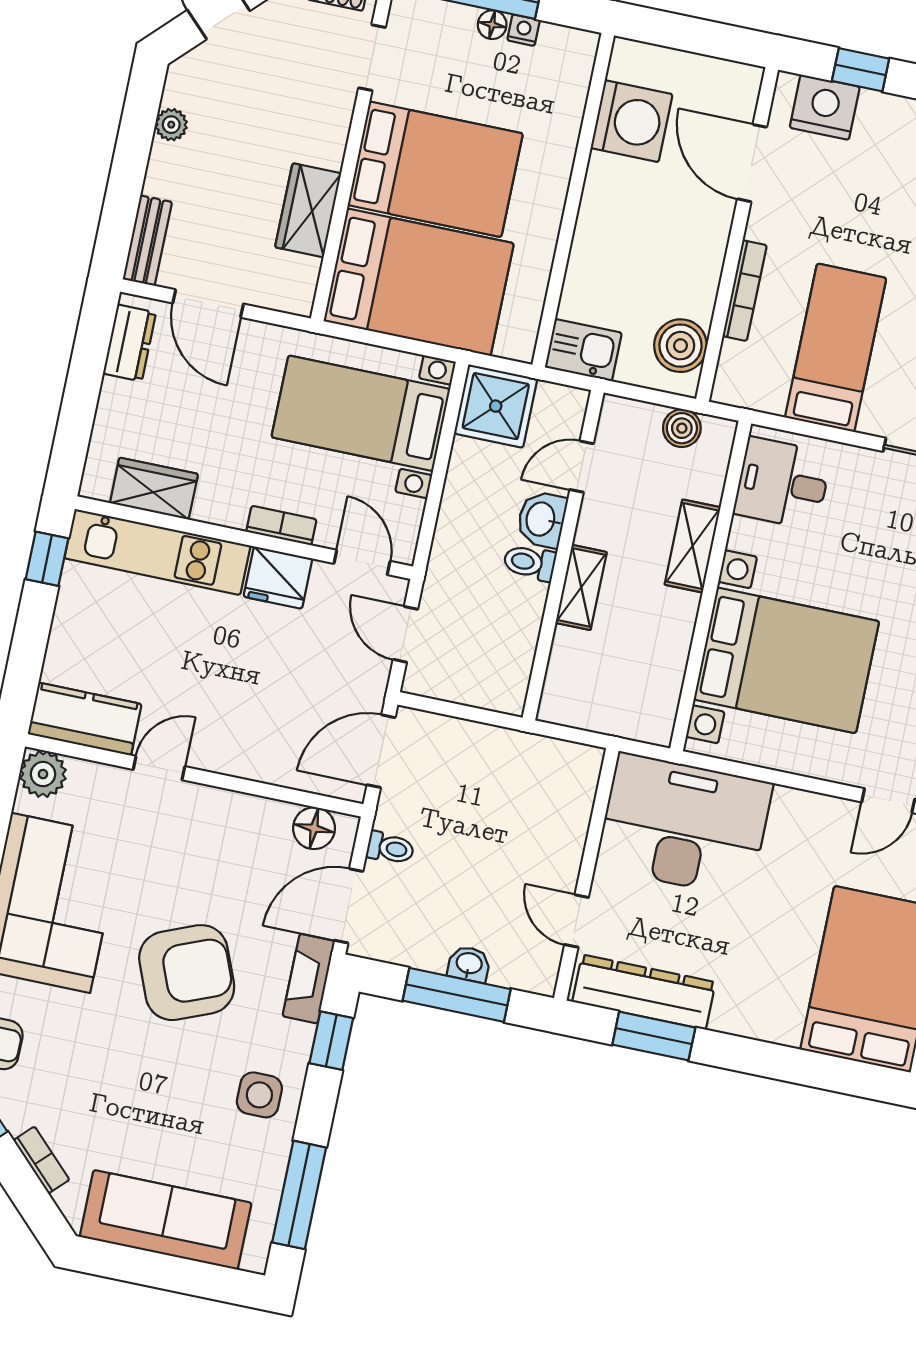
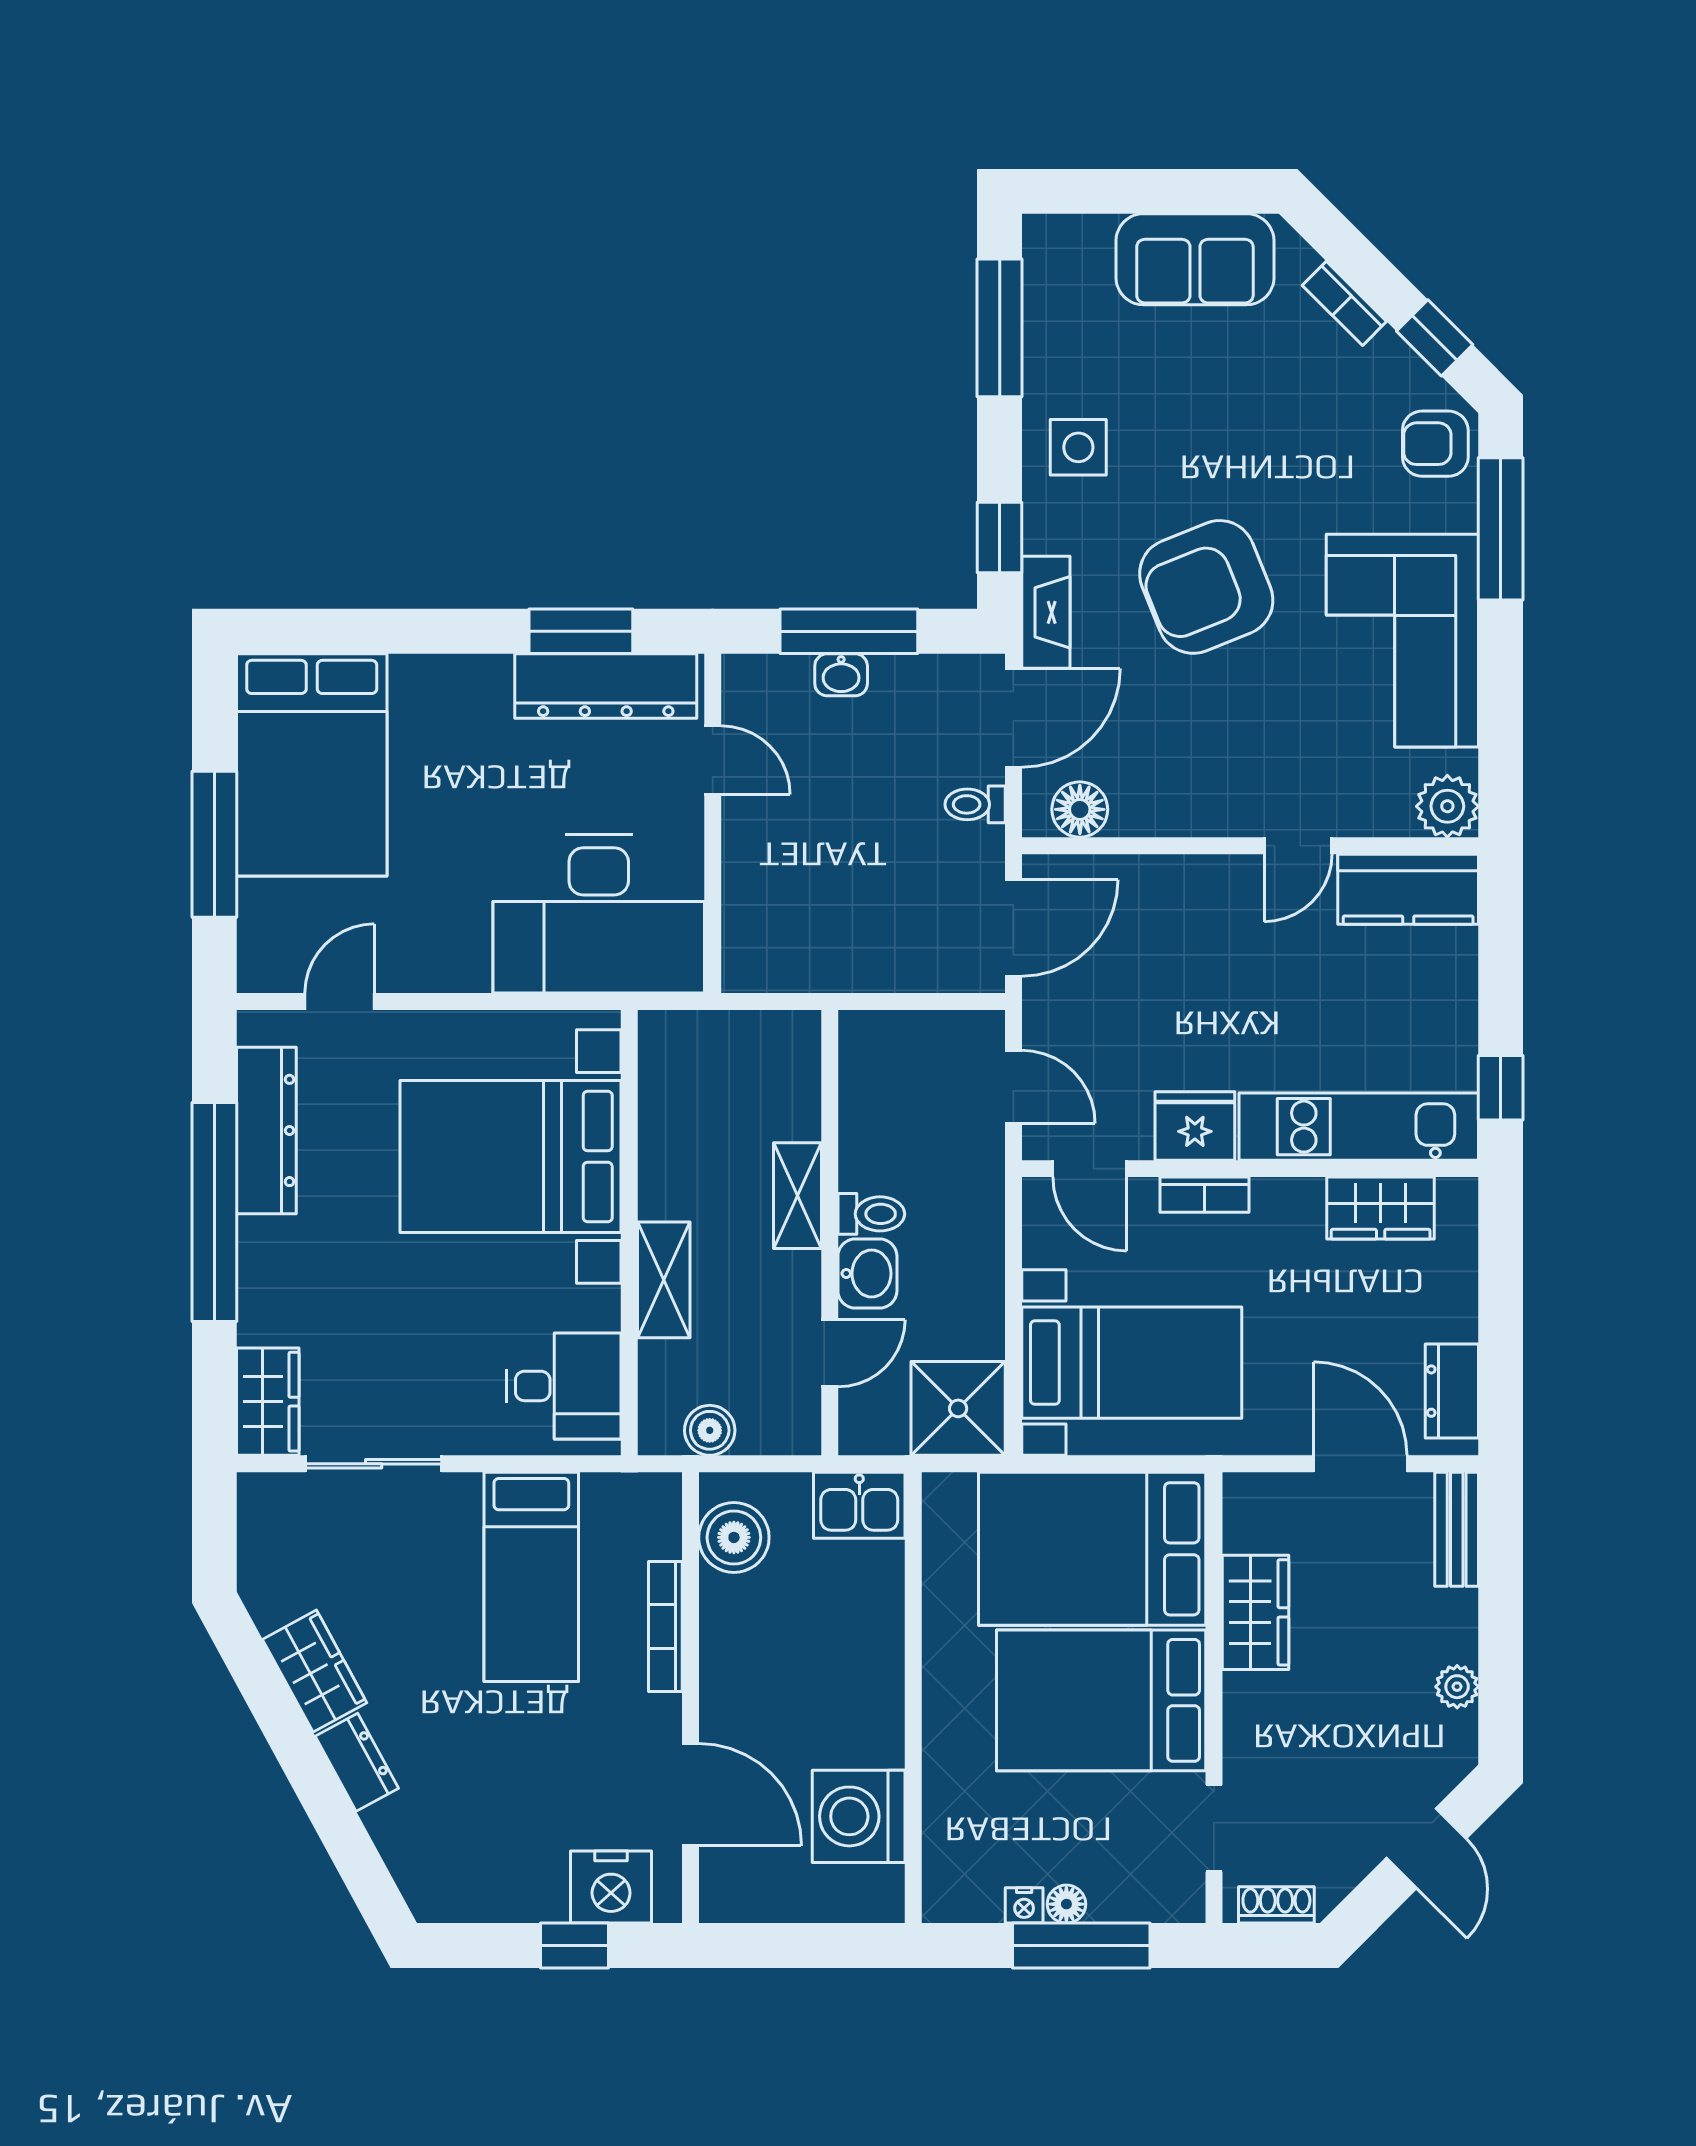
sofa: (166, 1220) -> (1195, 259), width x0.73

